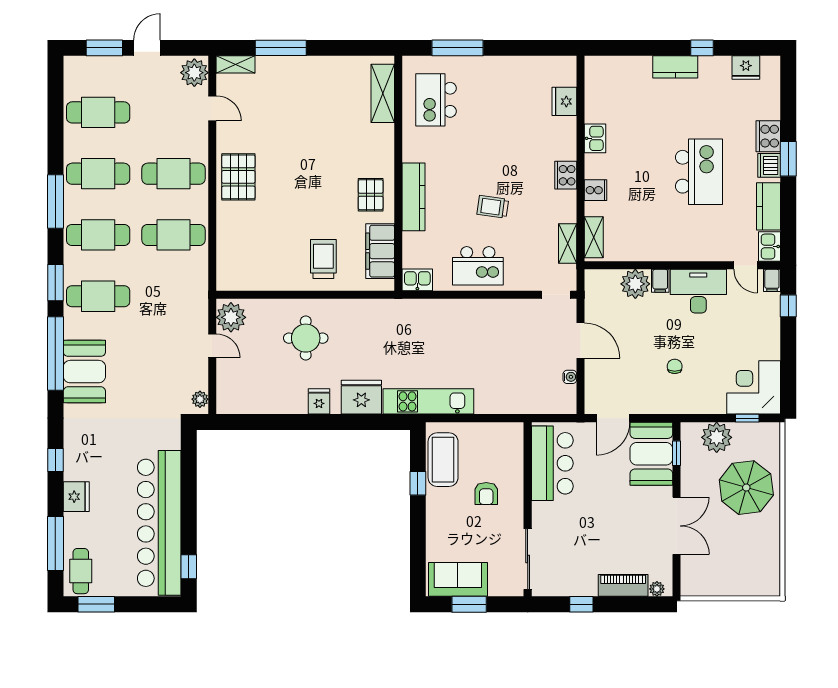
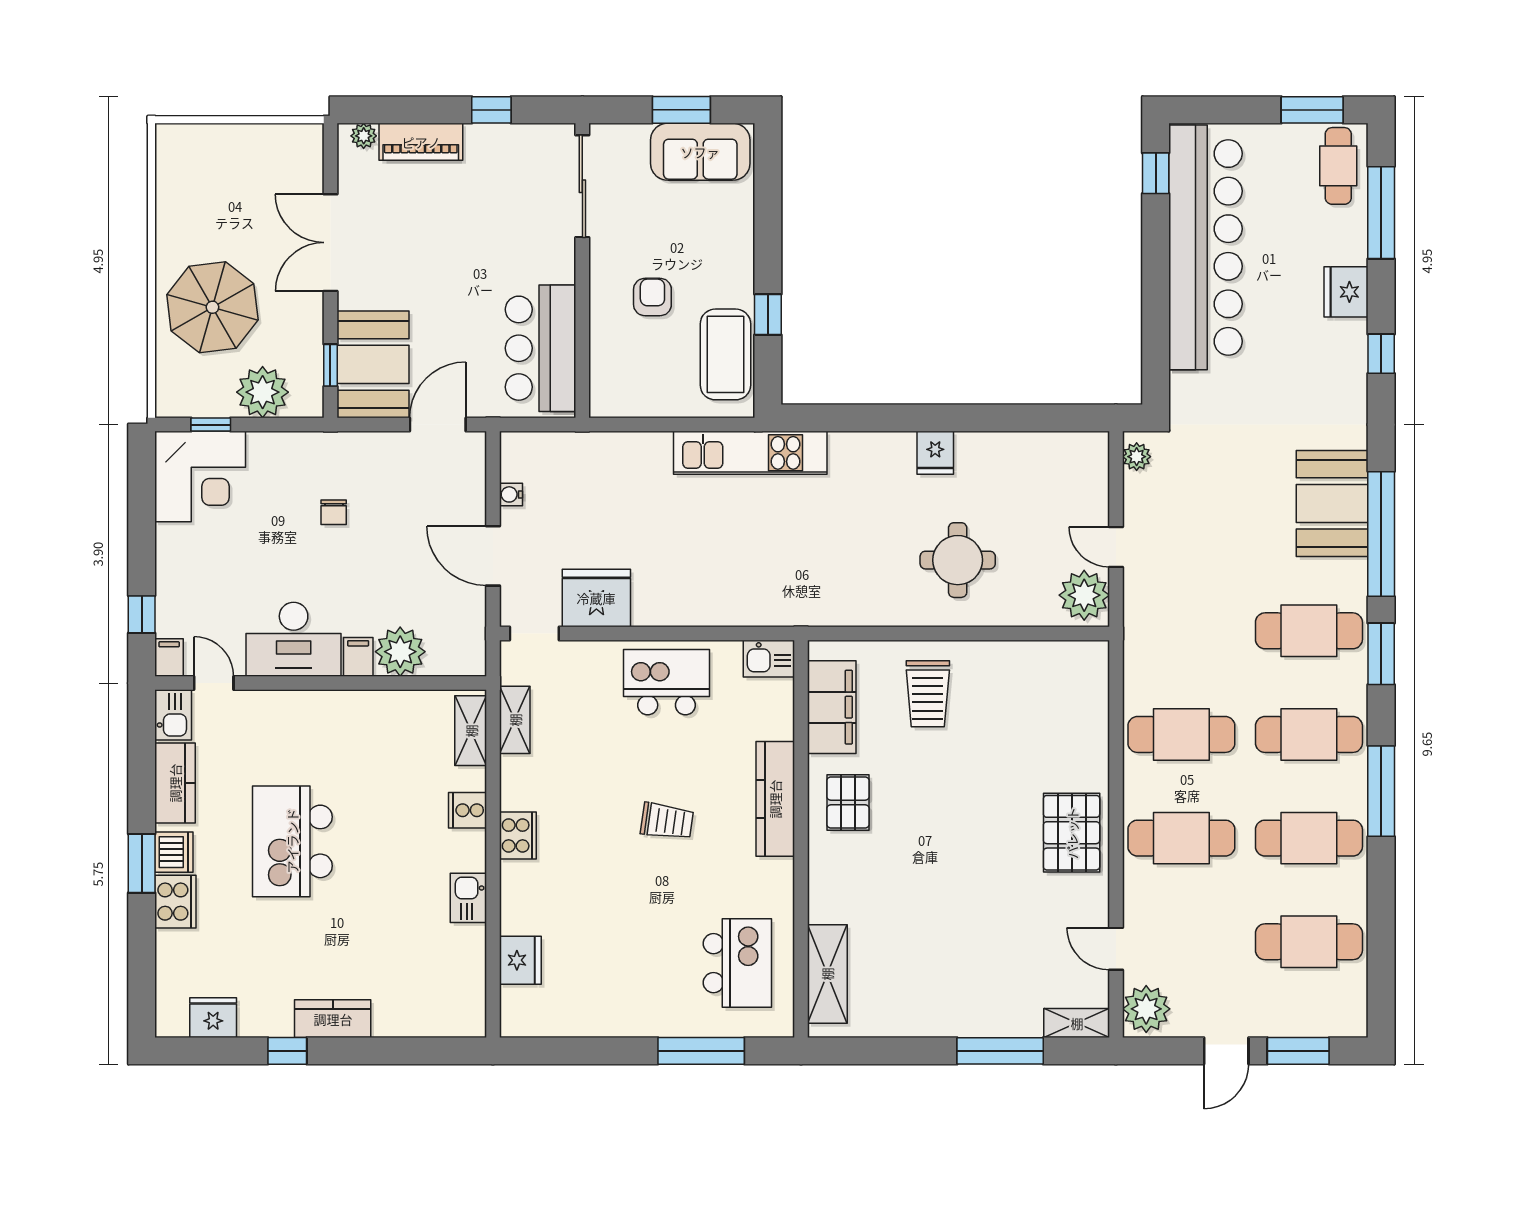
trolley: (493, 207) -> (667, 821), moved
fridge: (361, 397) -> (596, 598), moved, turned 180

